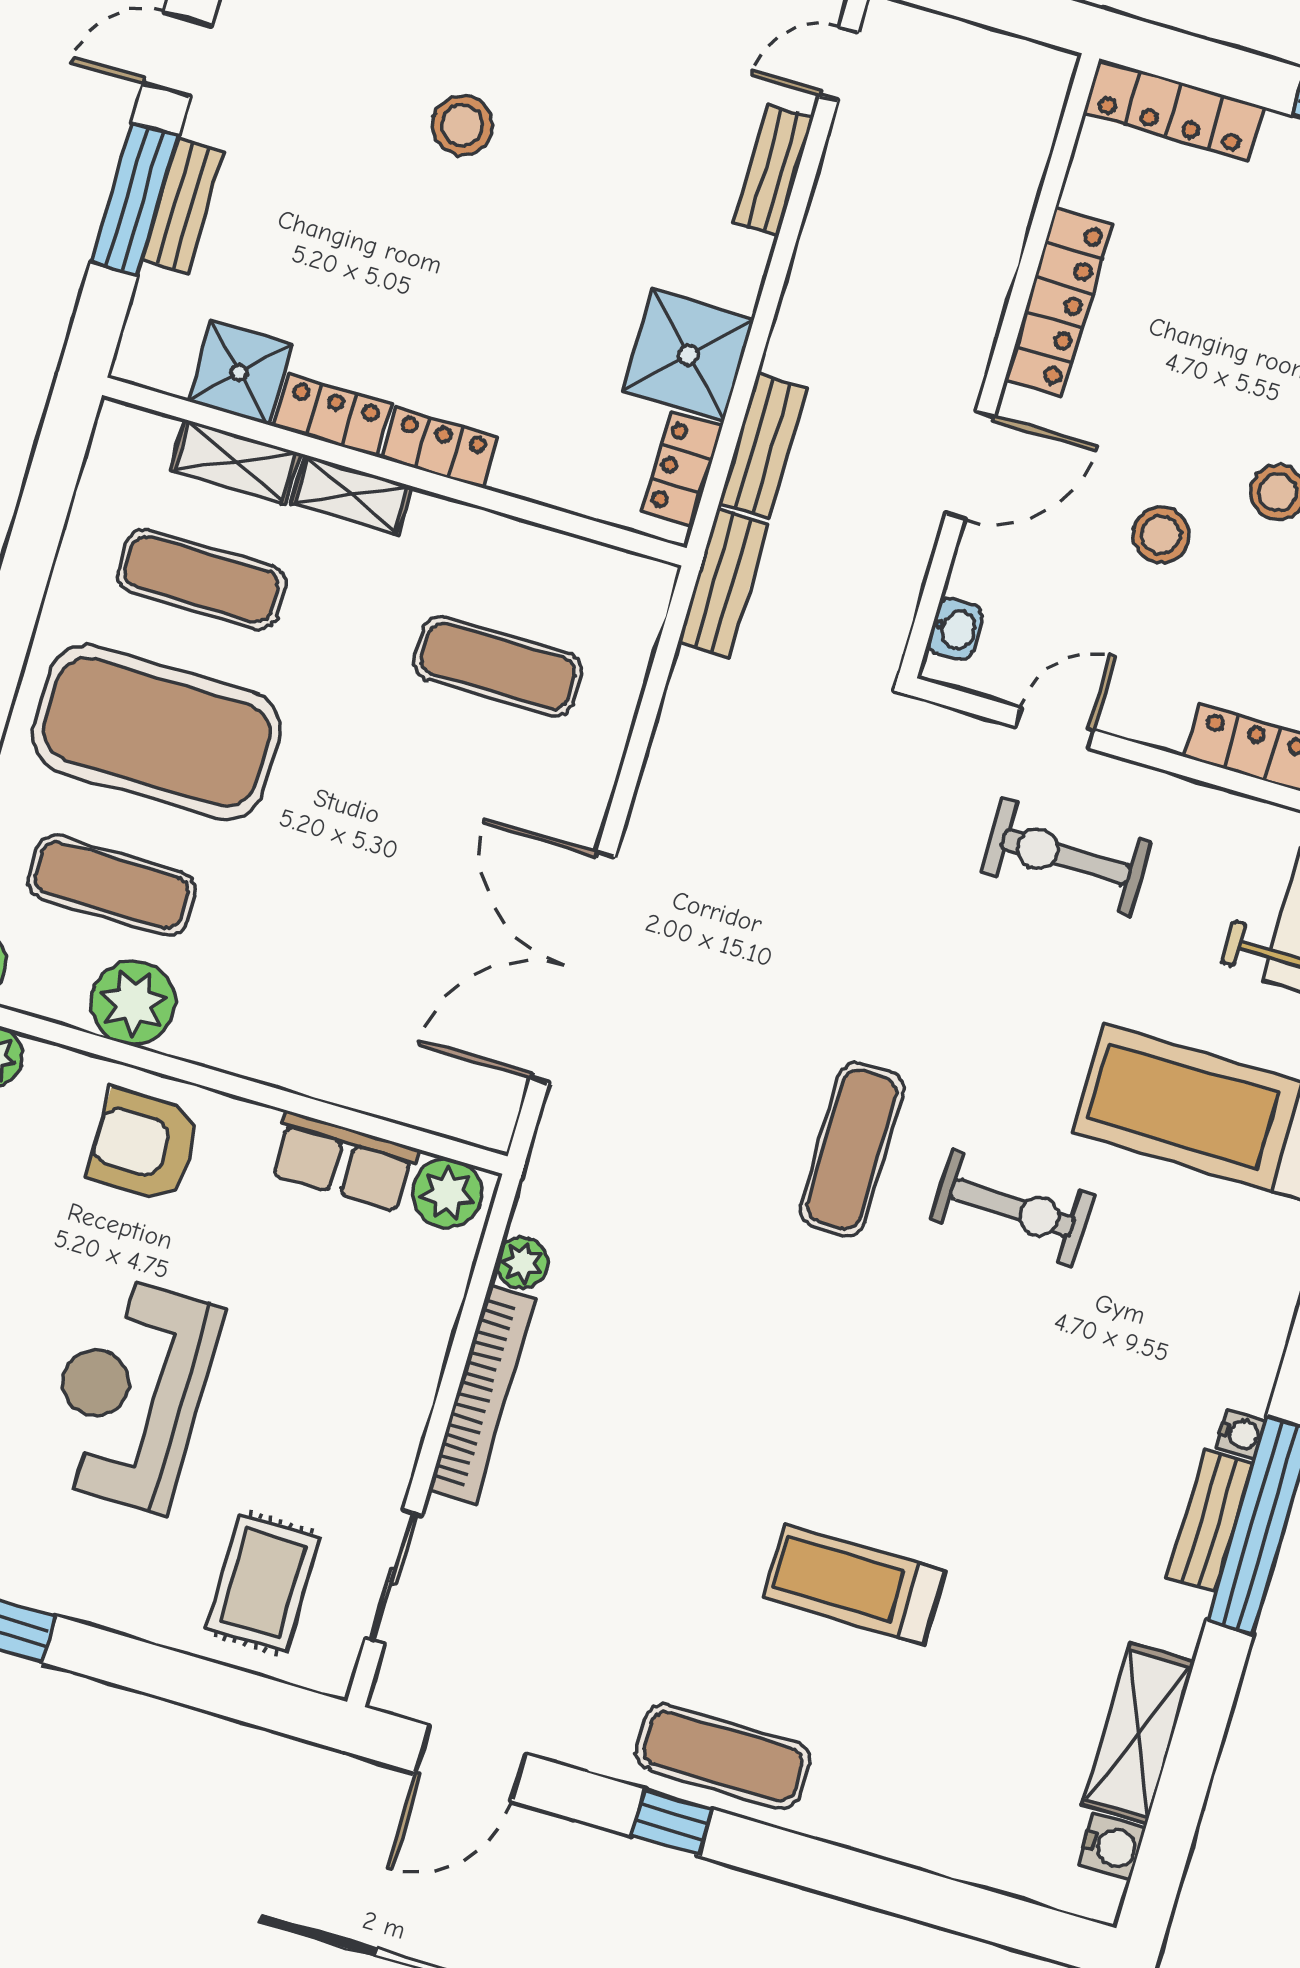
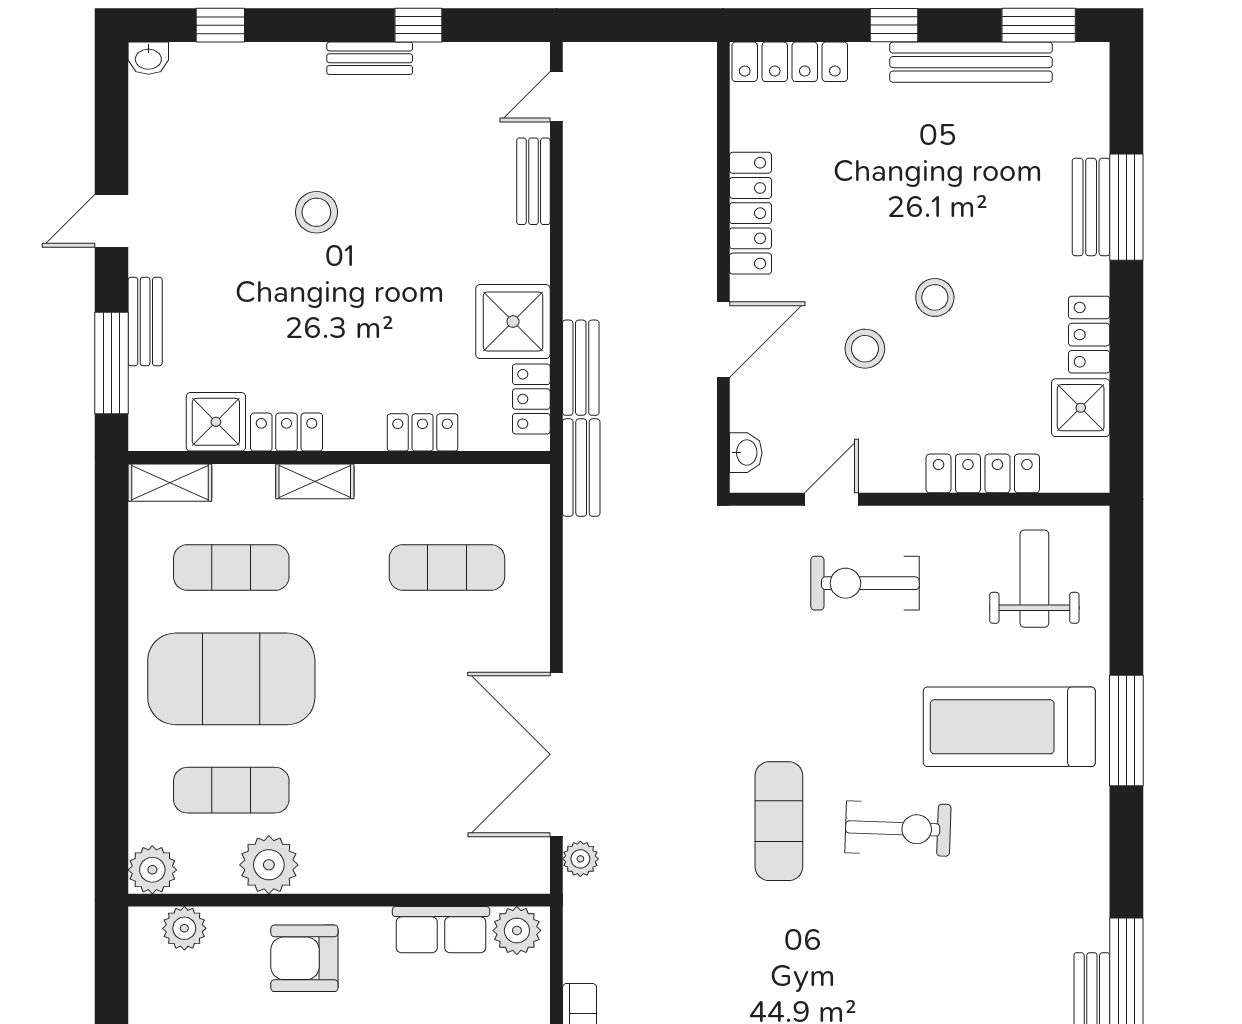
window: (135, 199) -> (111, 363), moved
locker: (440, 448) -> (423, 432), moved
shelving: (235, 462) -> (170, 483), moved
plant: (522, 1263) -> (580, 859), moved
water cooler: (1241, 1434) -> (1095, 935), removed

